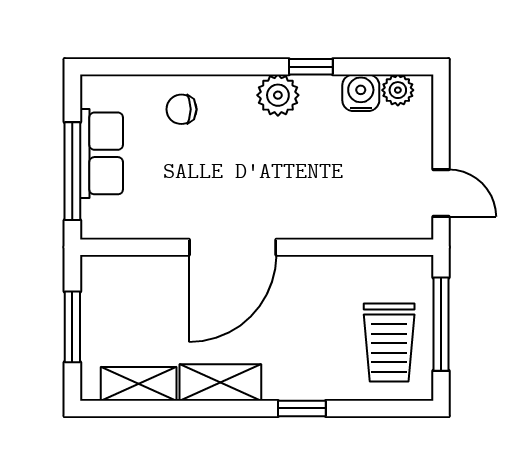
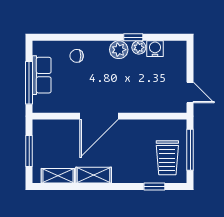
plant: (398, 90) -> (139, 47), moved
window: (302, 408) -> (154, 187), moved

